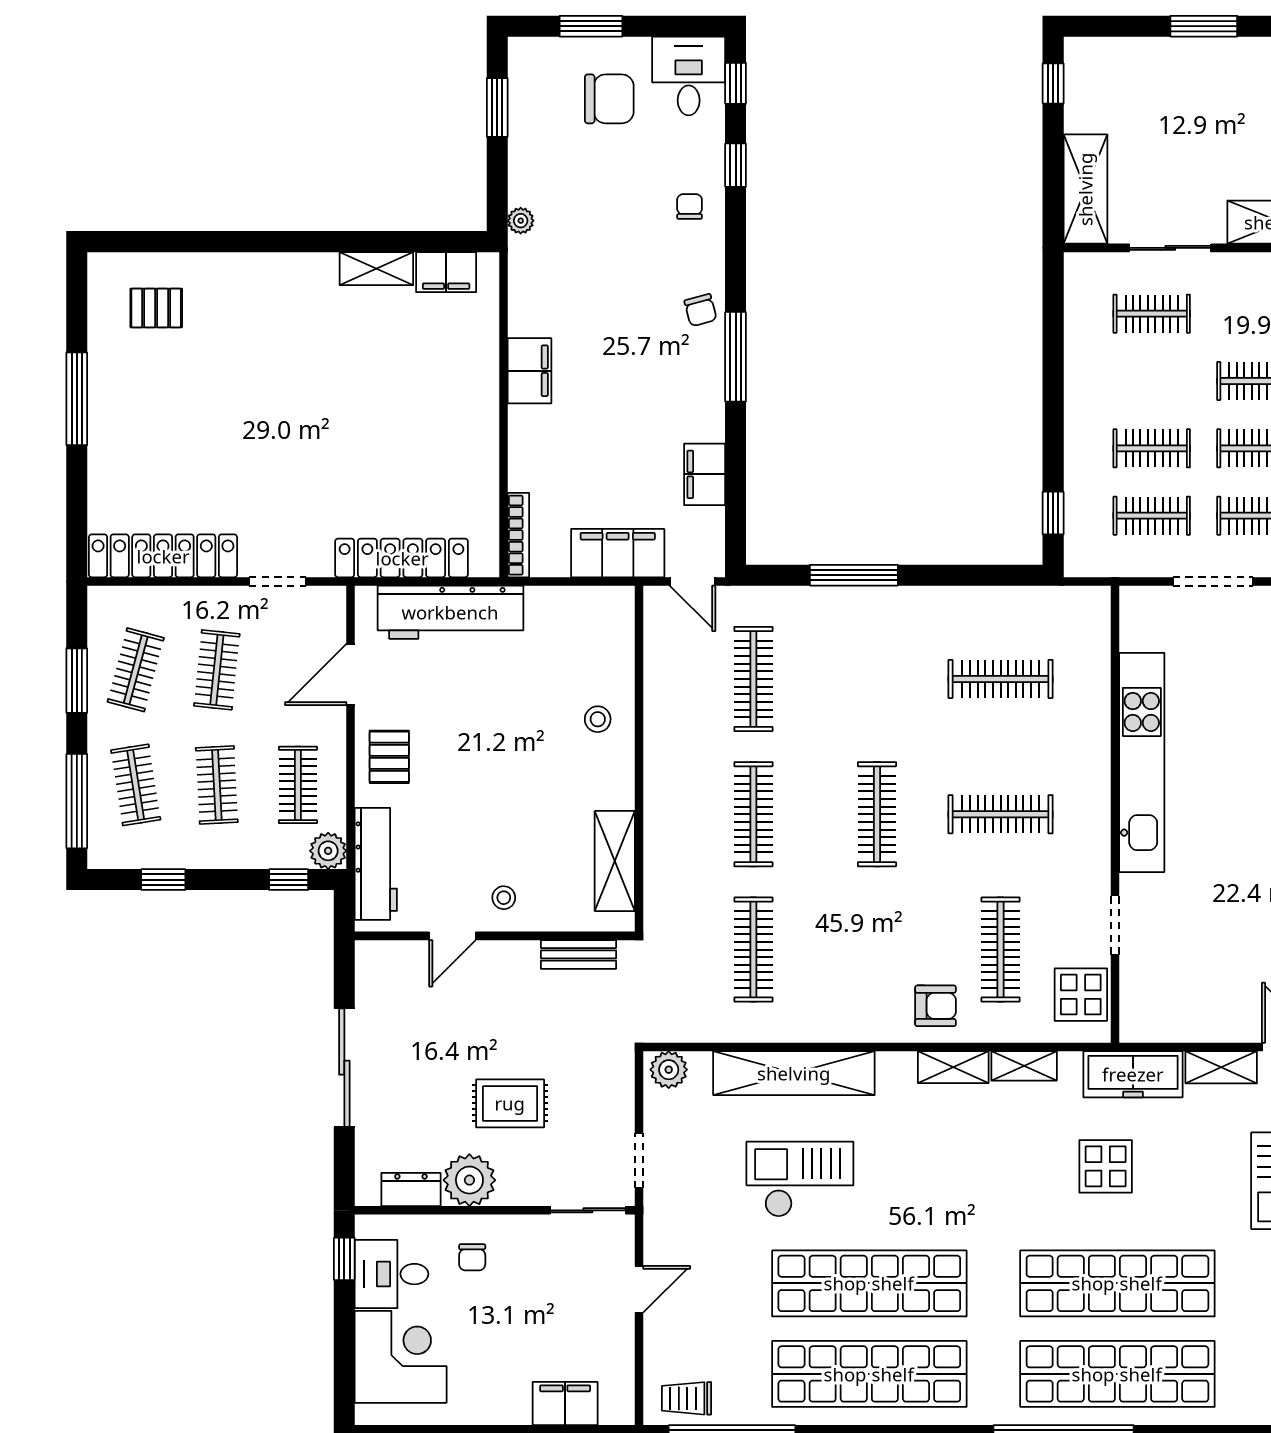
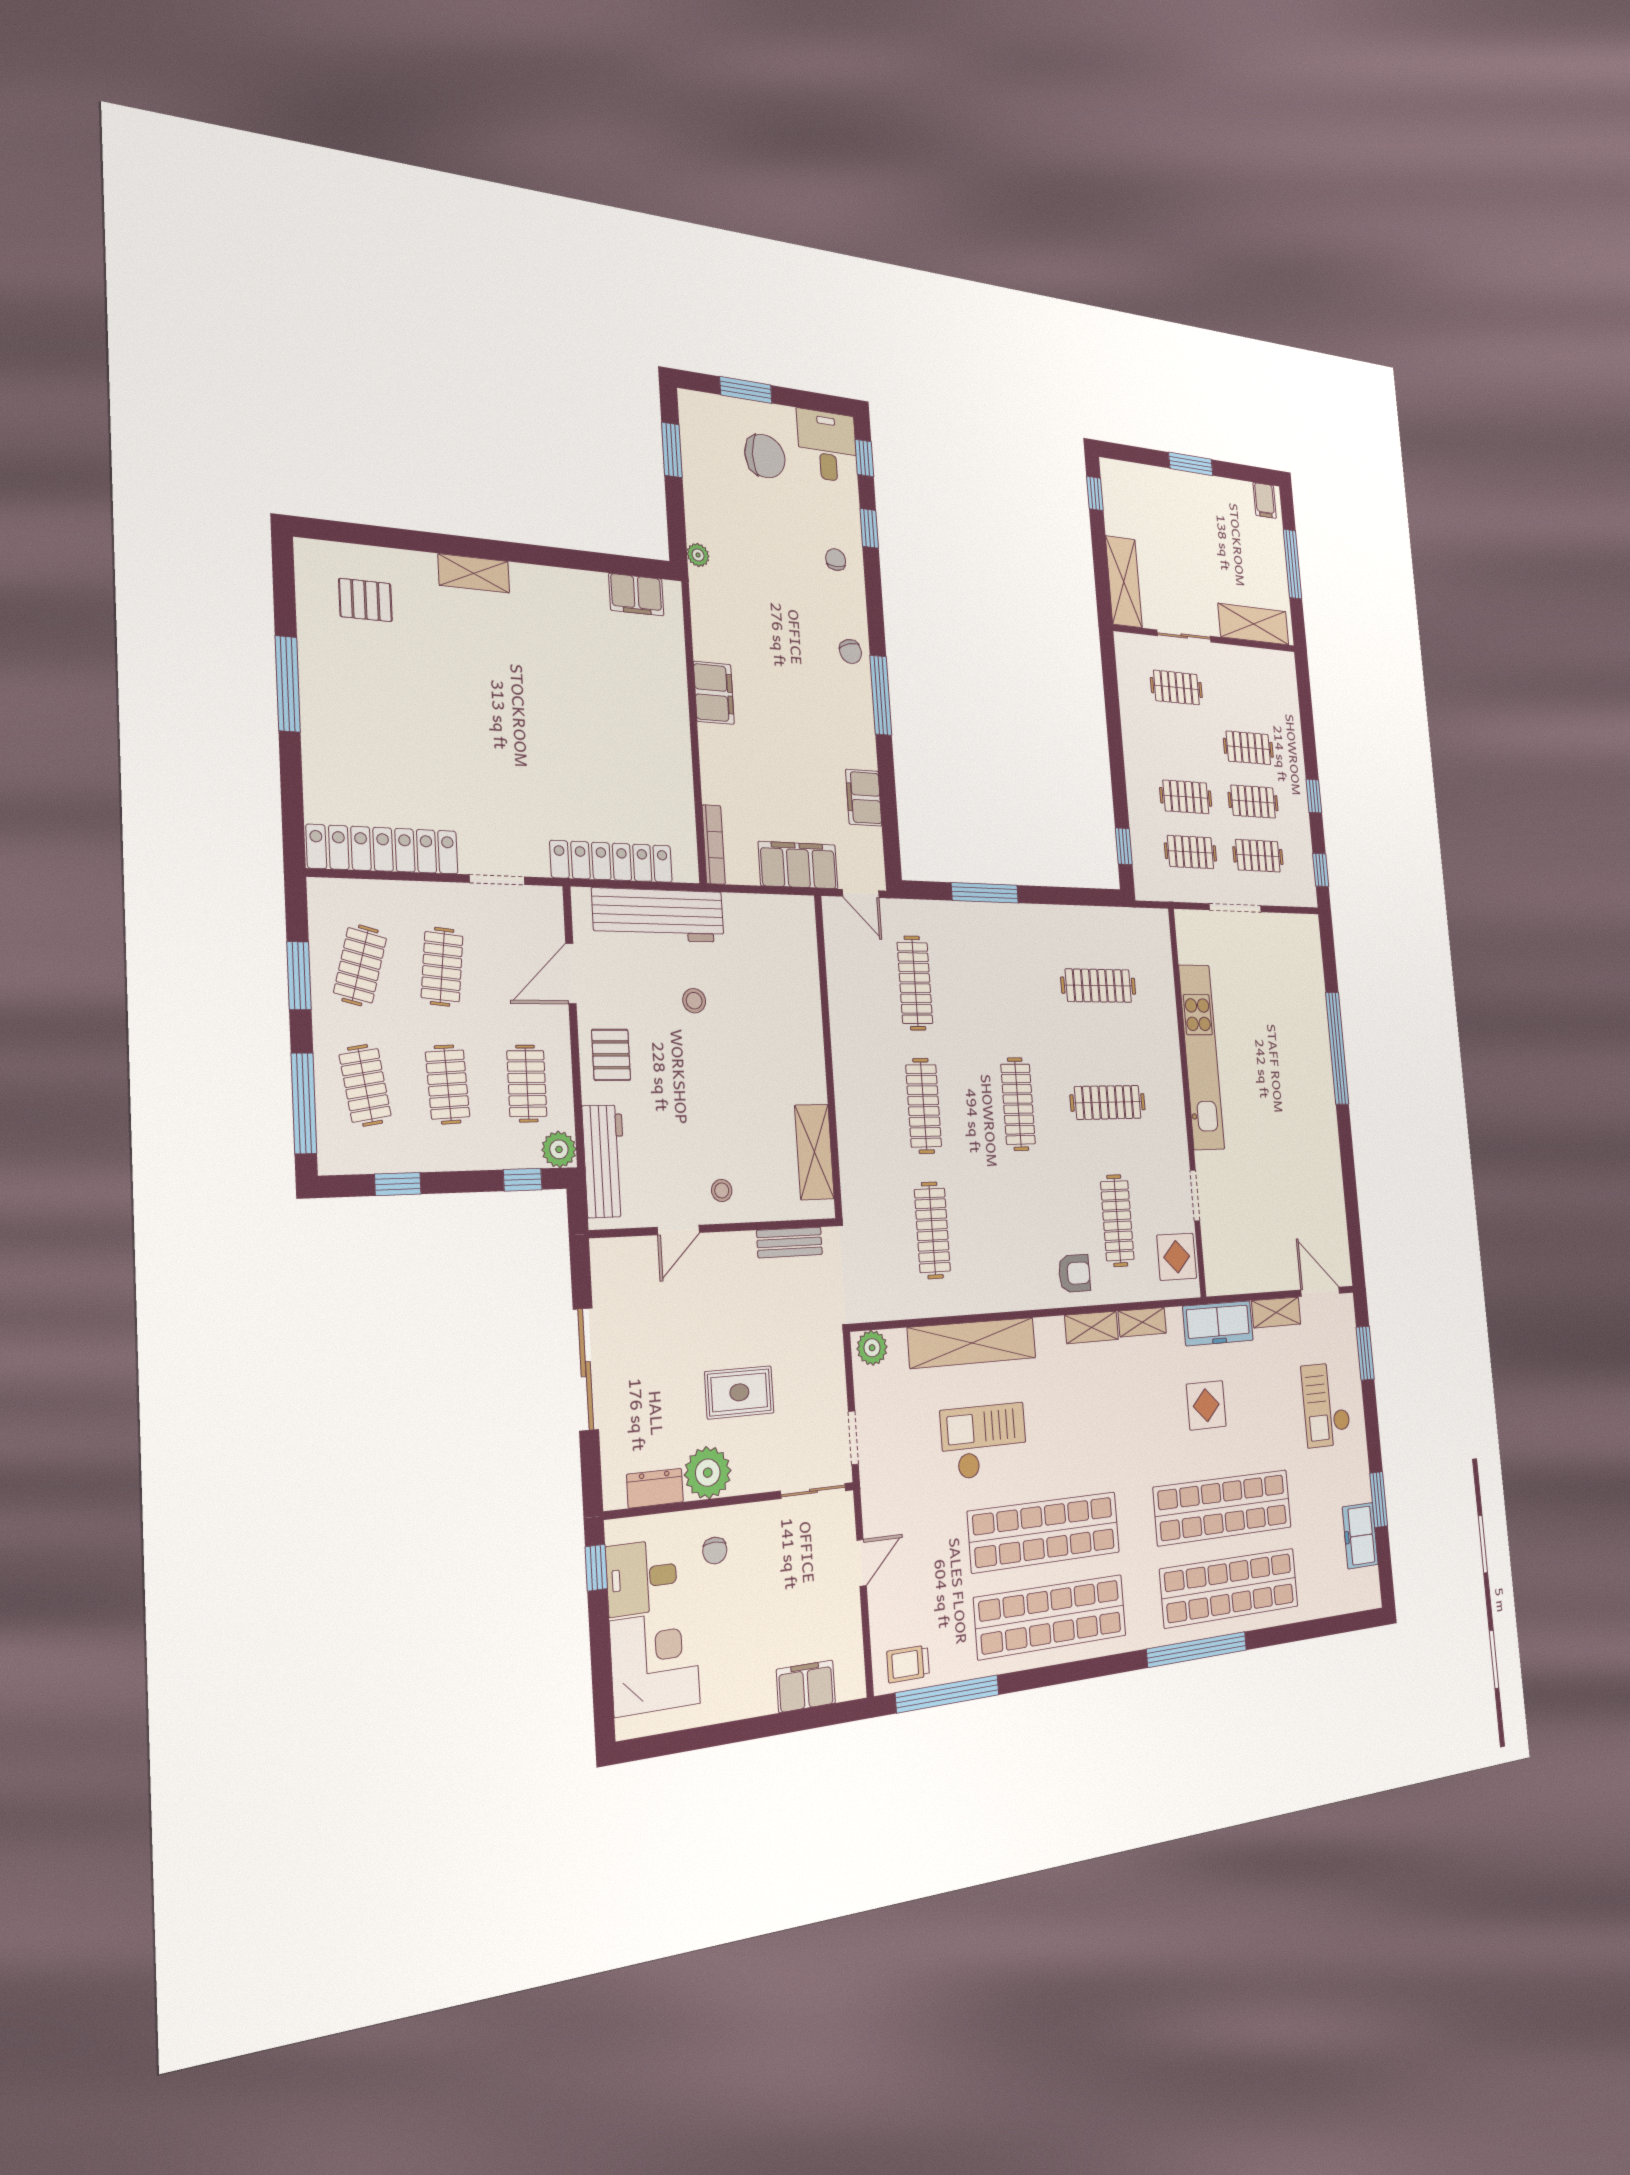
shelving: (376, 269) -> (474, 573), moved
stool: (598, 719) -> (694, 1001), moved

